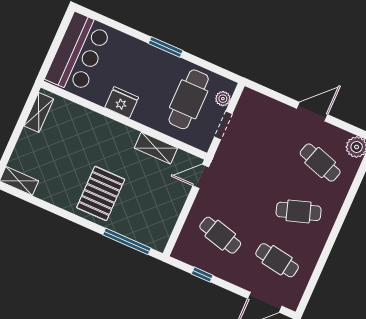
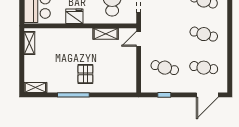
pallet: (101, 193) -> (85, 74), width x0.67, depth x0.71
cafe table: (299, 211) -> (204, 34), turned 33
window: (127, 241) -> (73, 95), moved

